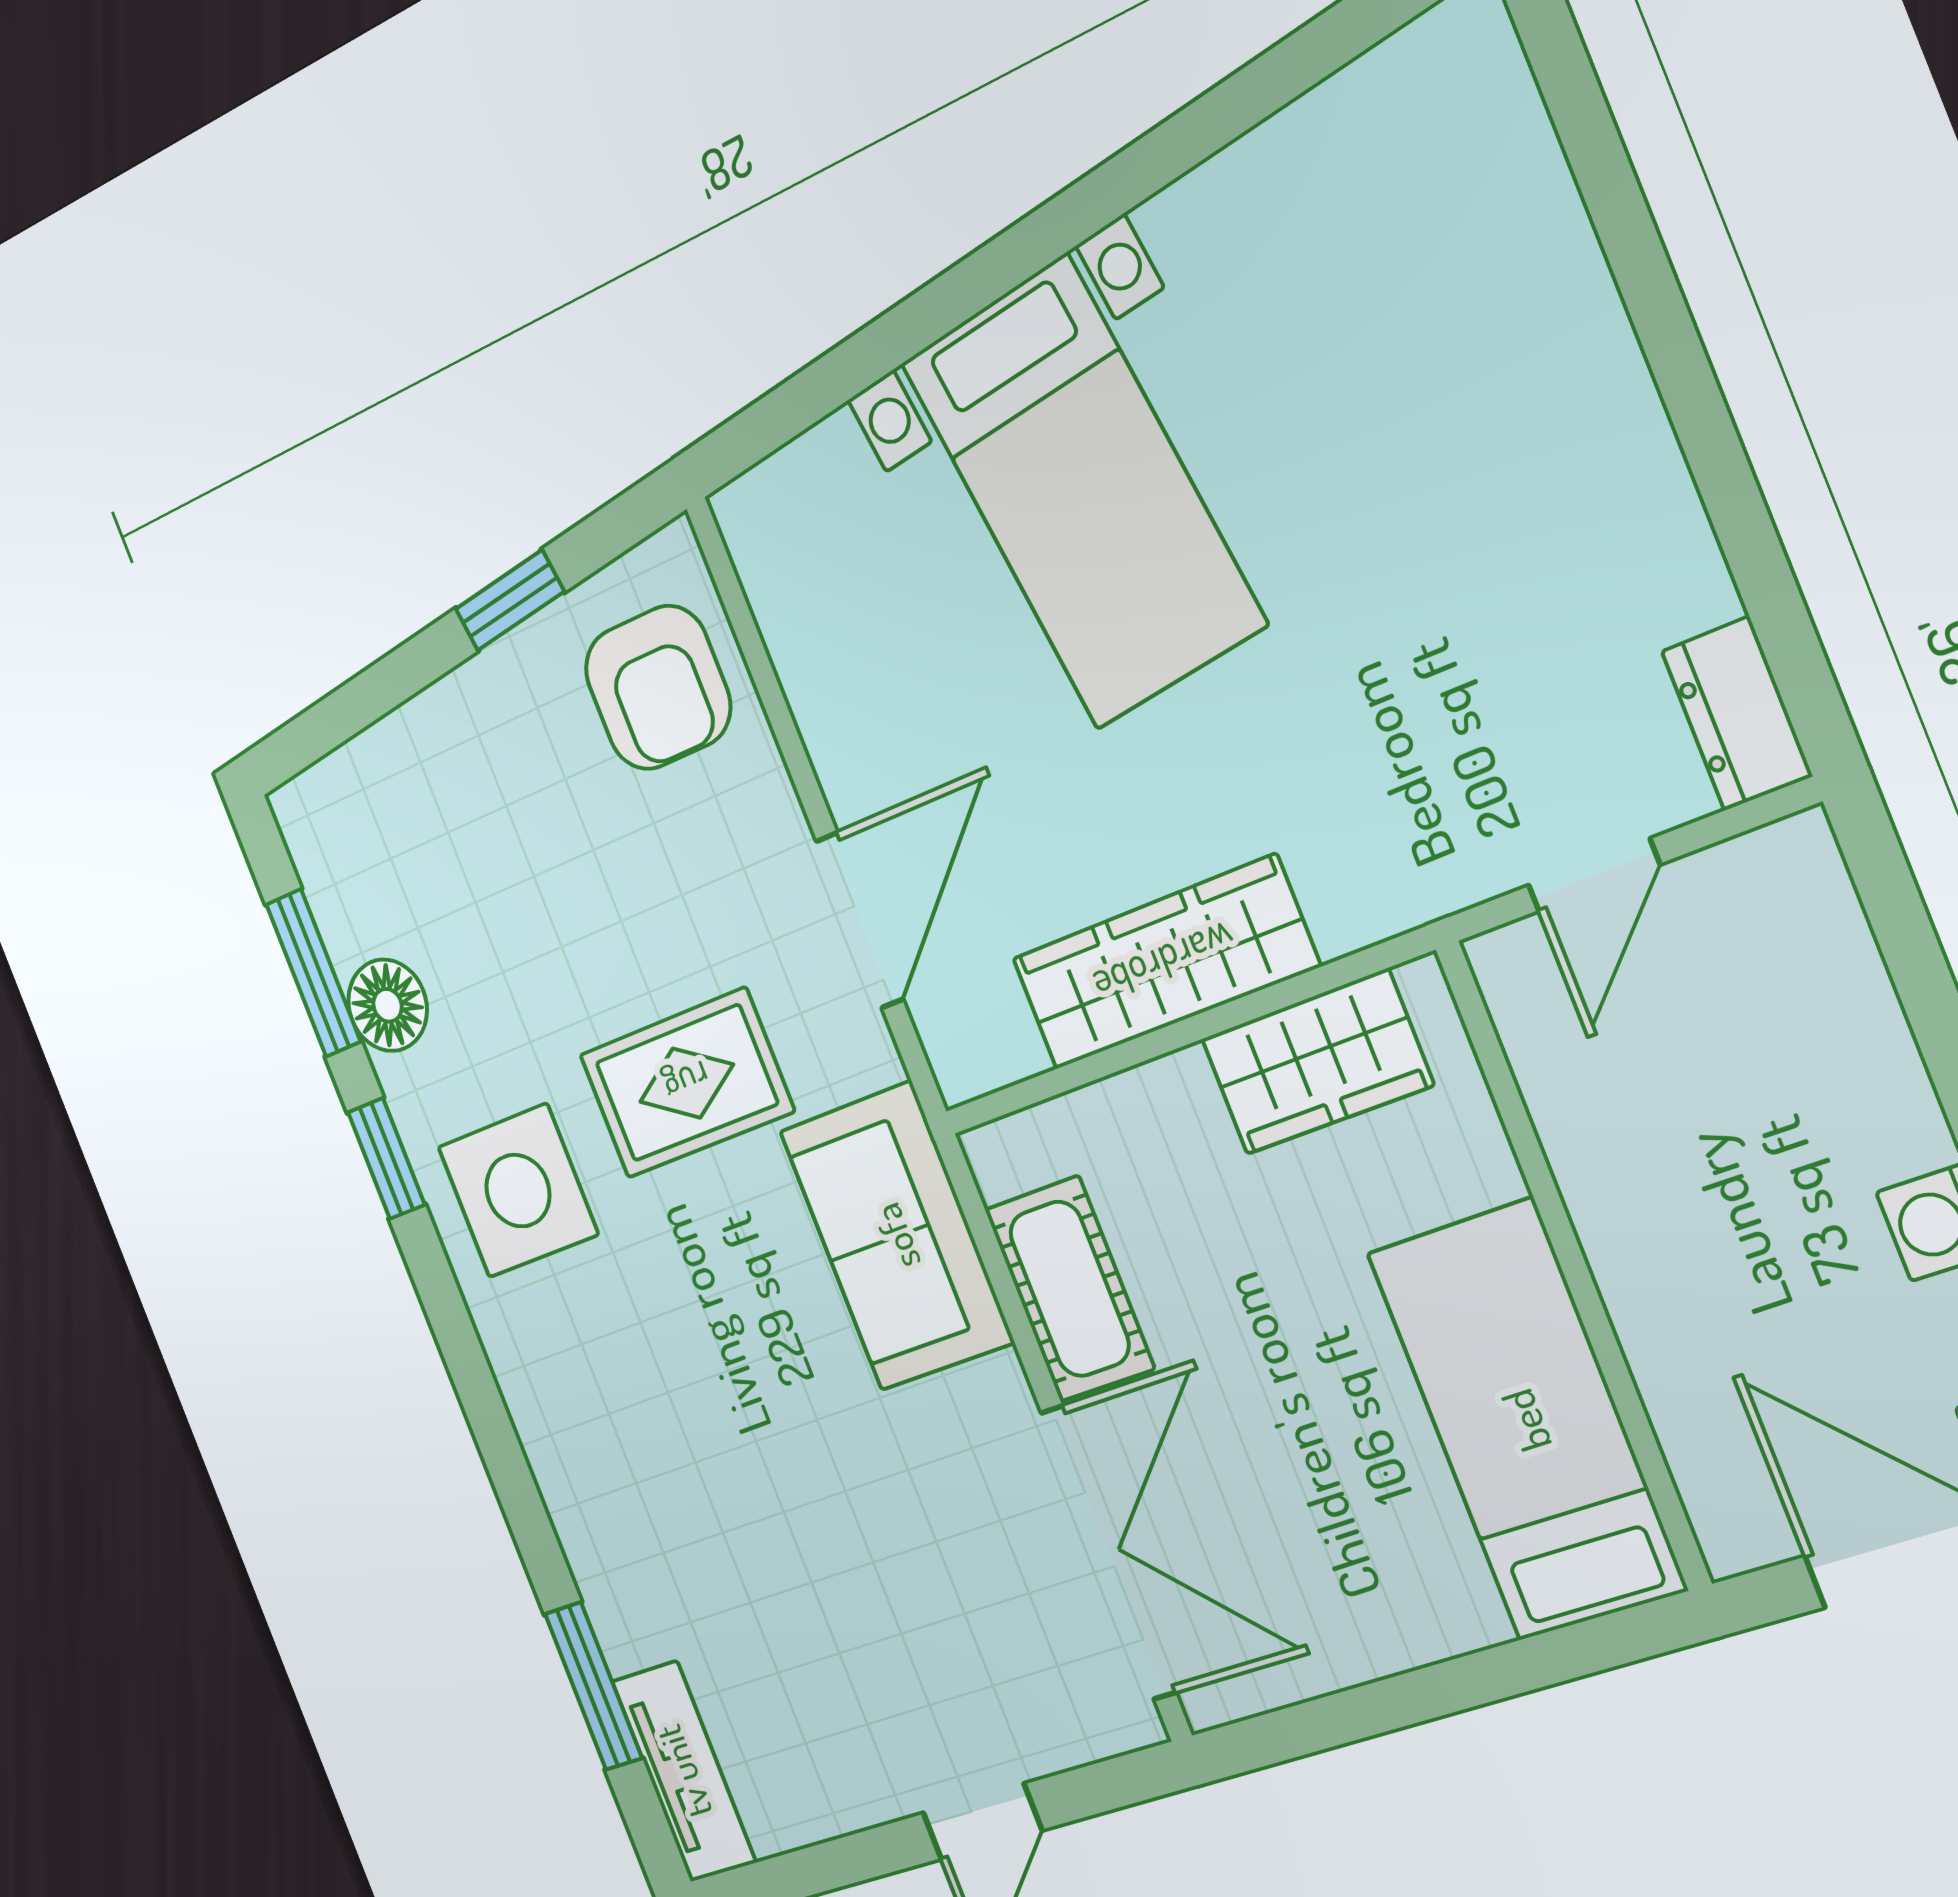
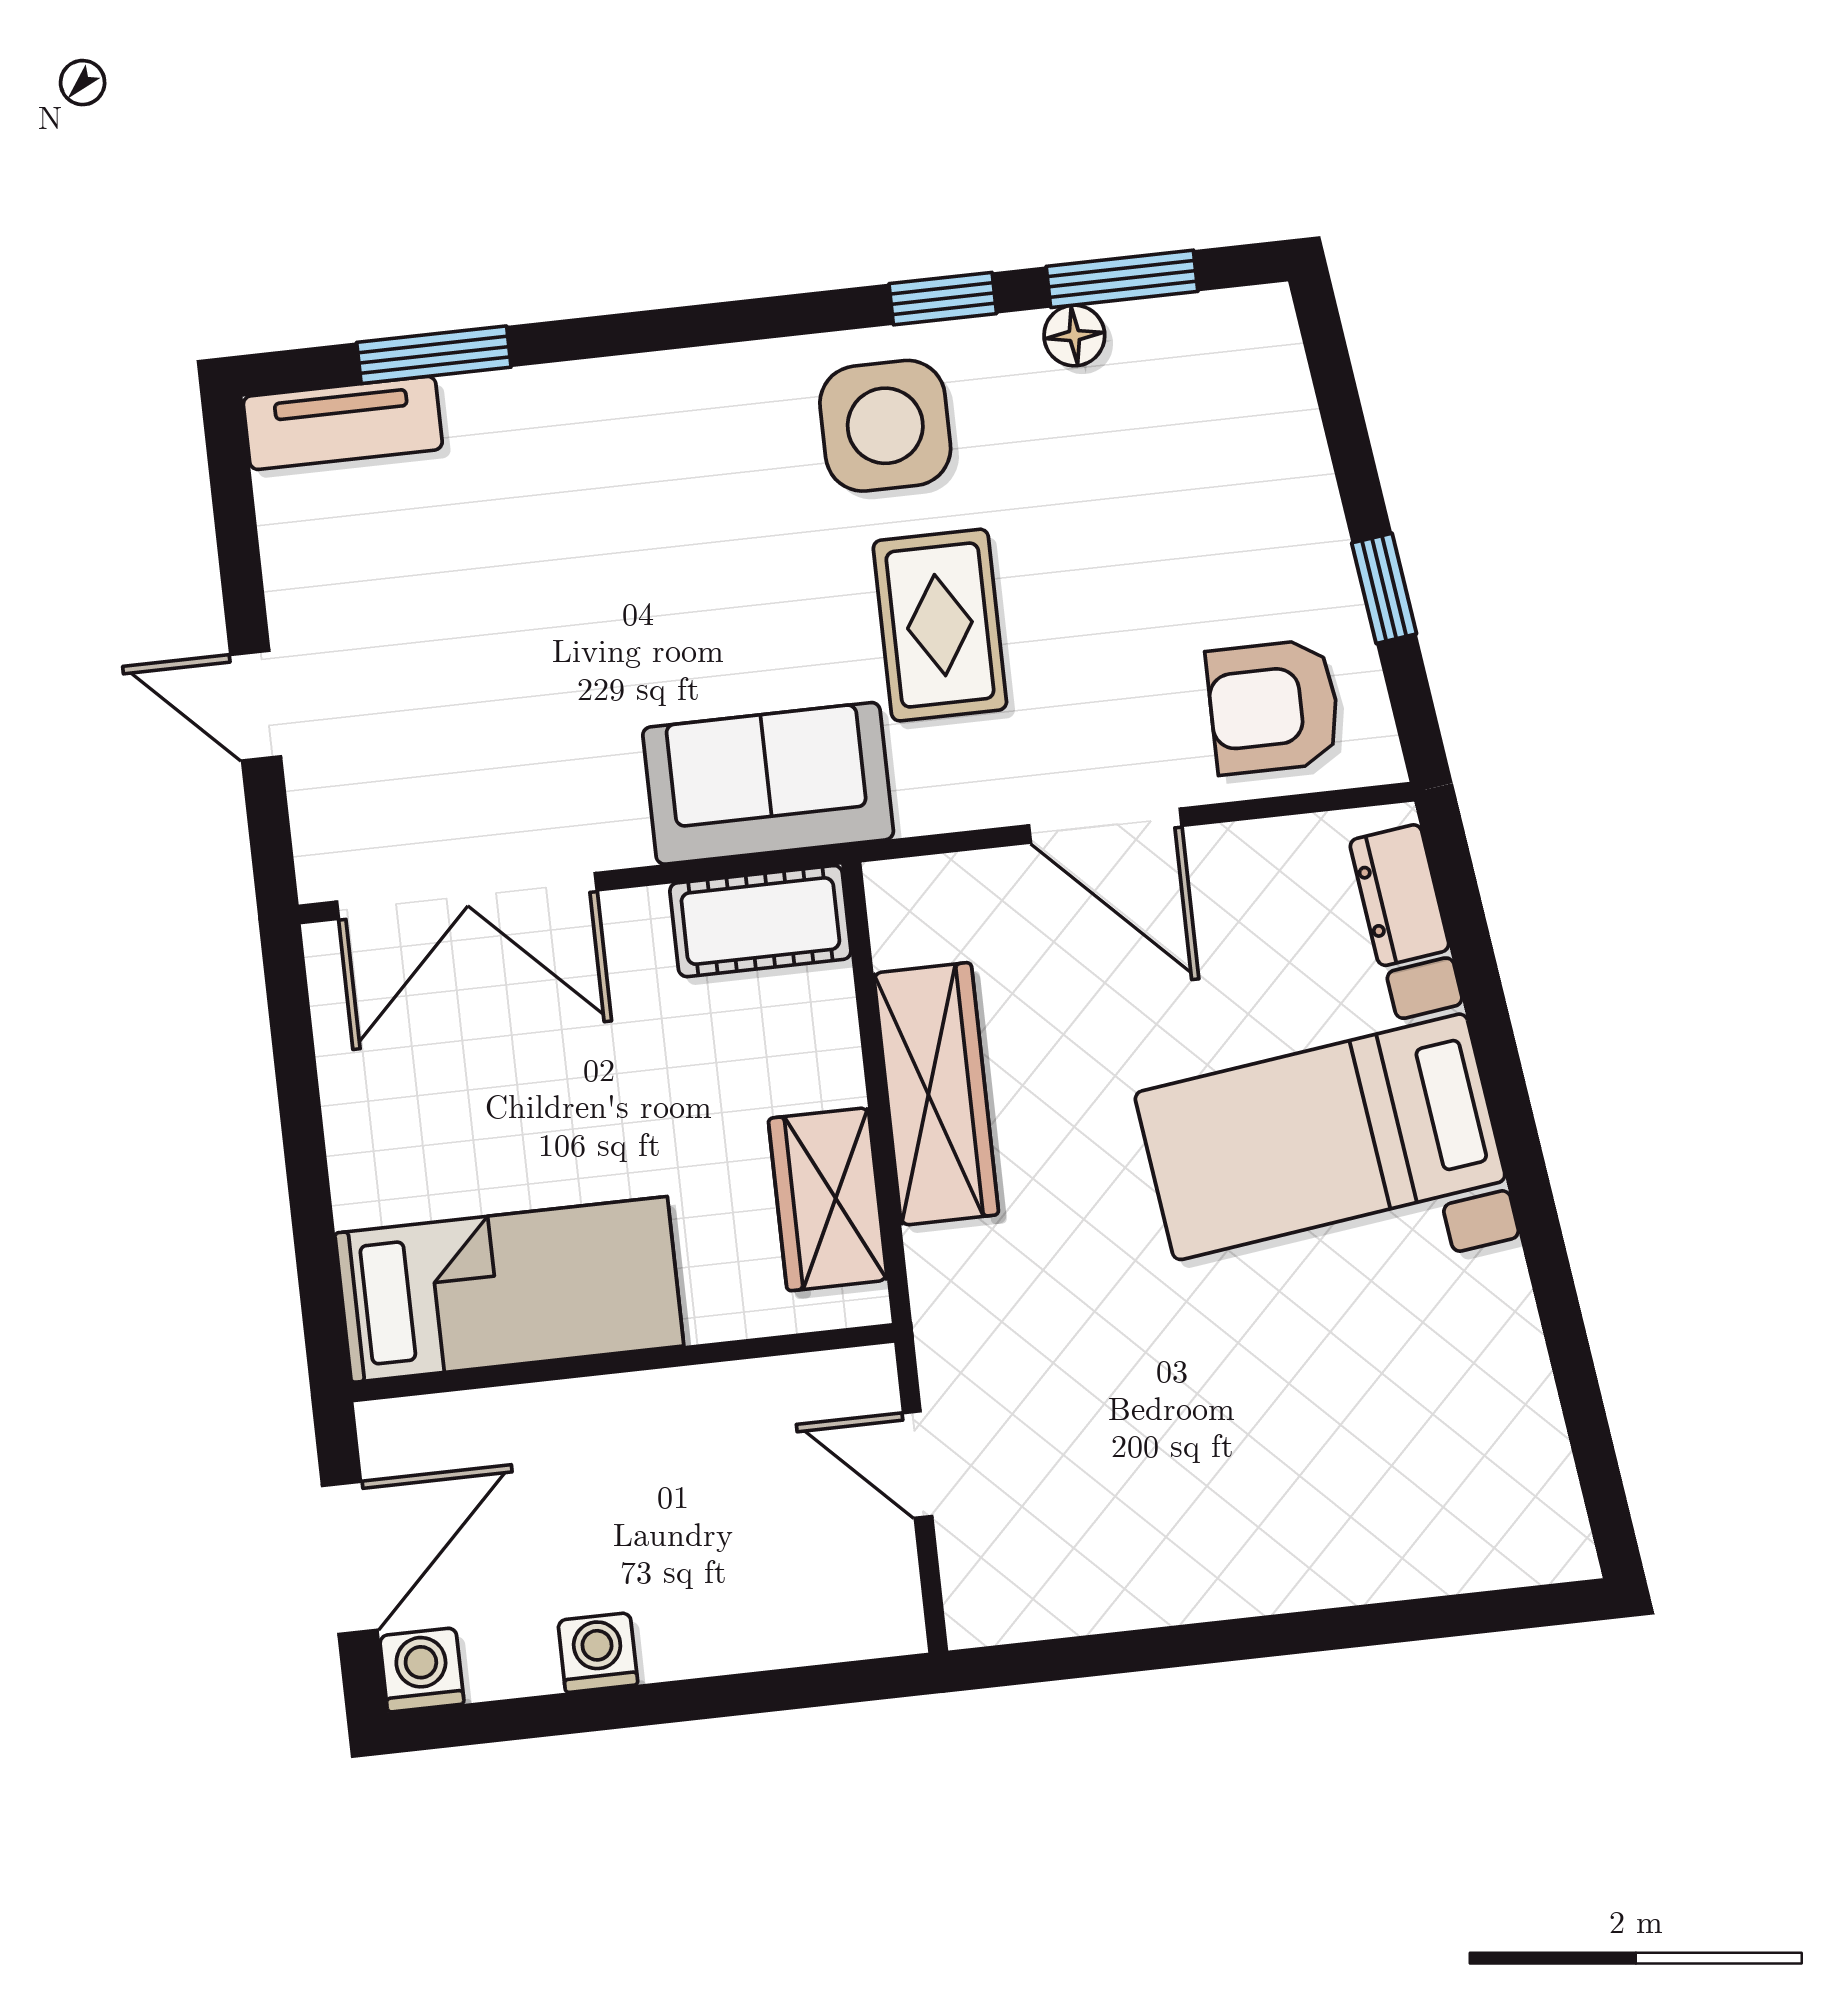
dresser: (1737, 714) -> (1400, 895), moved, turned -97
door: (860, 920) -> (1105, 826), moved
floor lamp: (388, 1005) -> (1074, 336), width x0.73, depth x0.73
cot: (1070, 1289) -> (760, 921), moved

